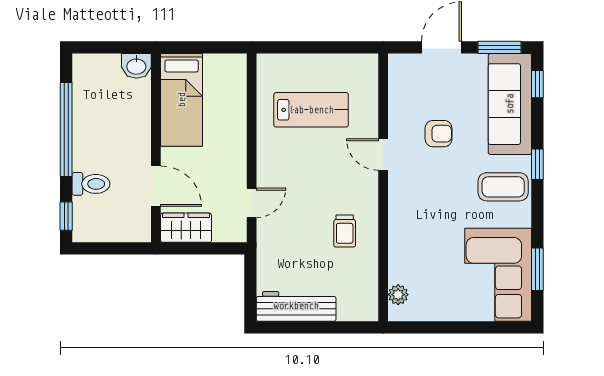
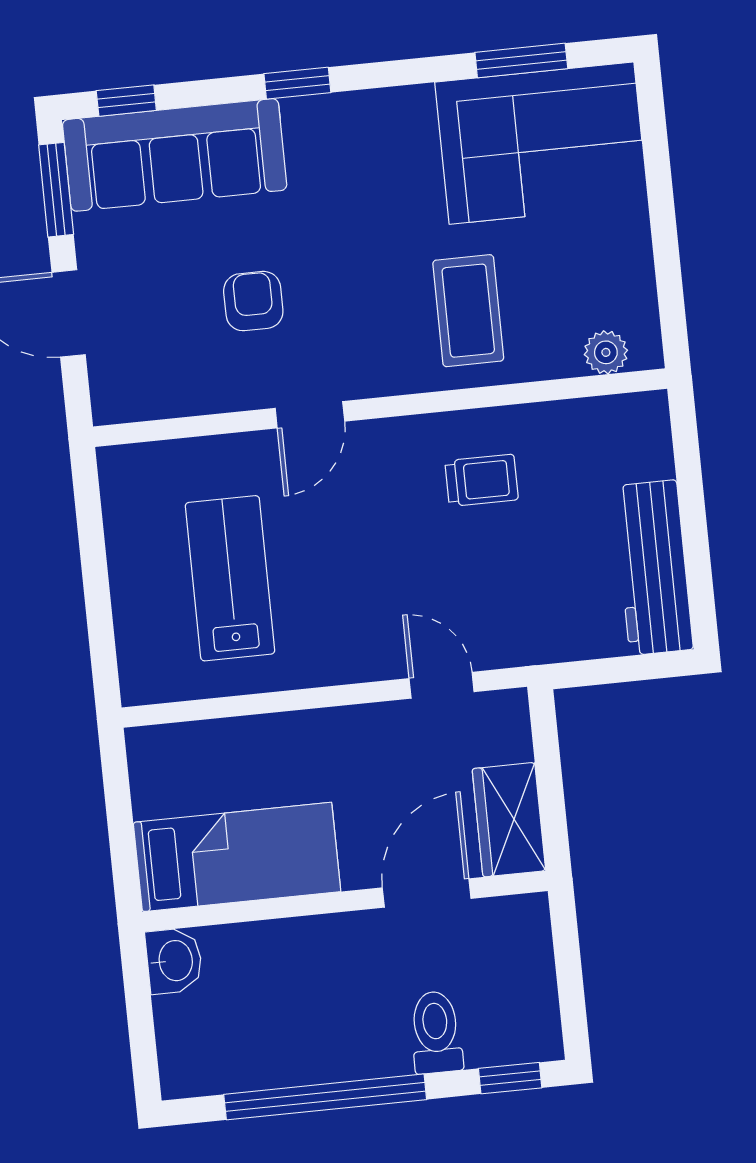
coffee table: (503, 187) -> (468, 311), moved

